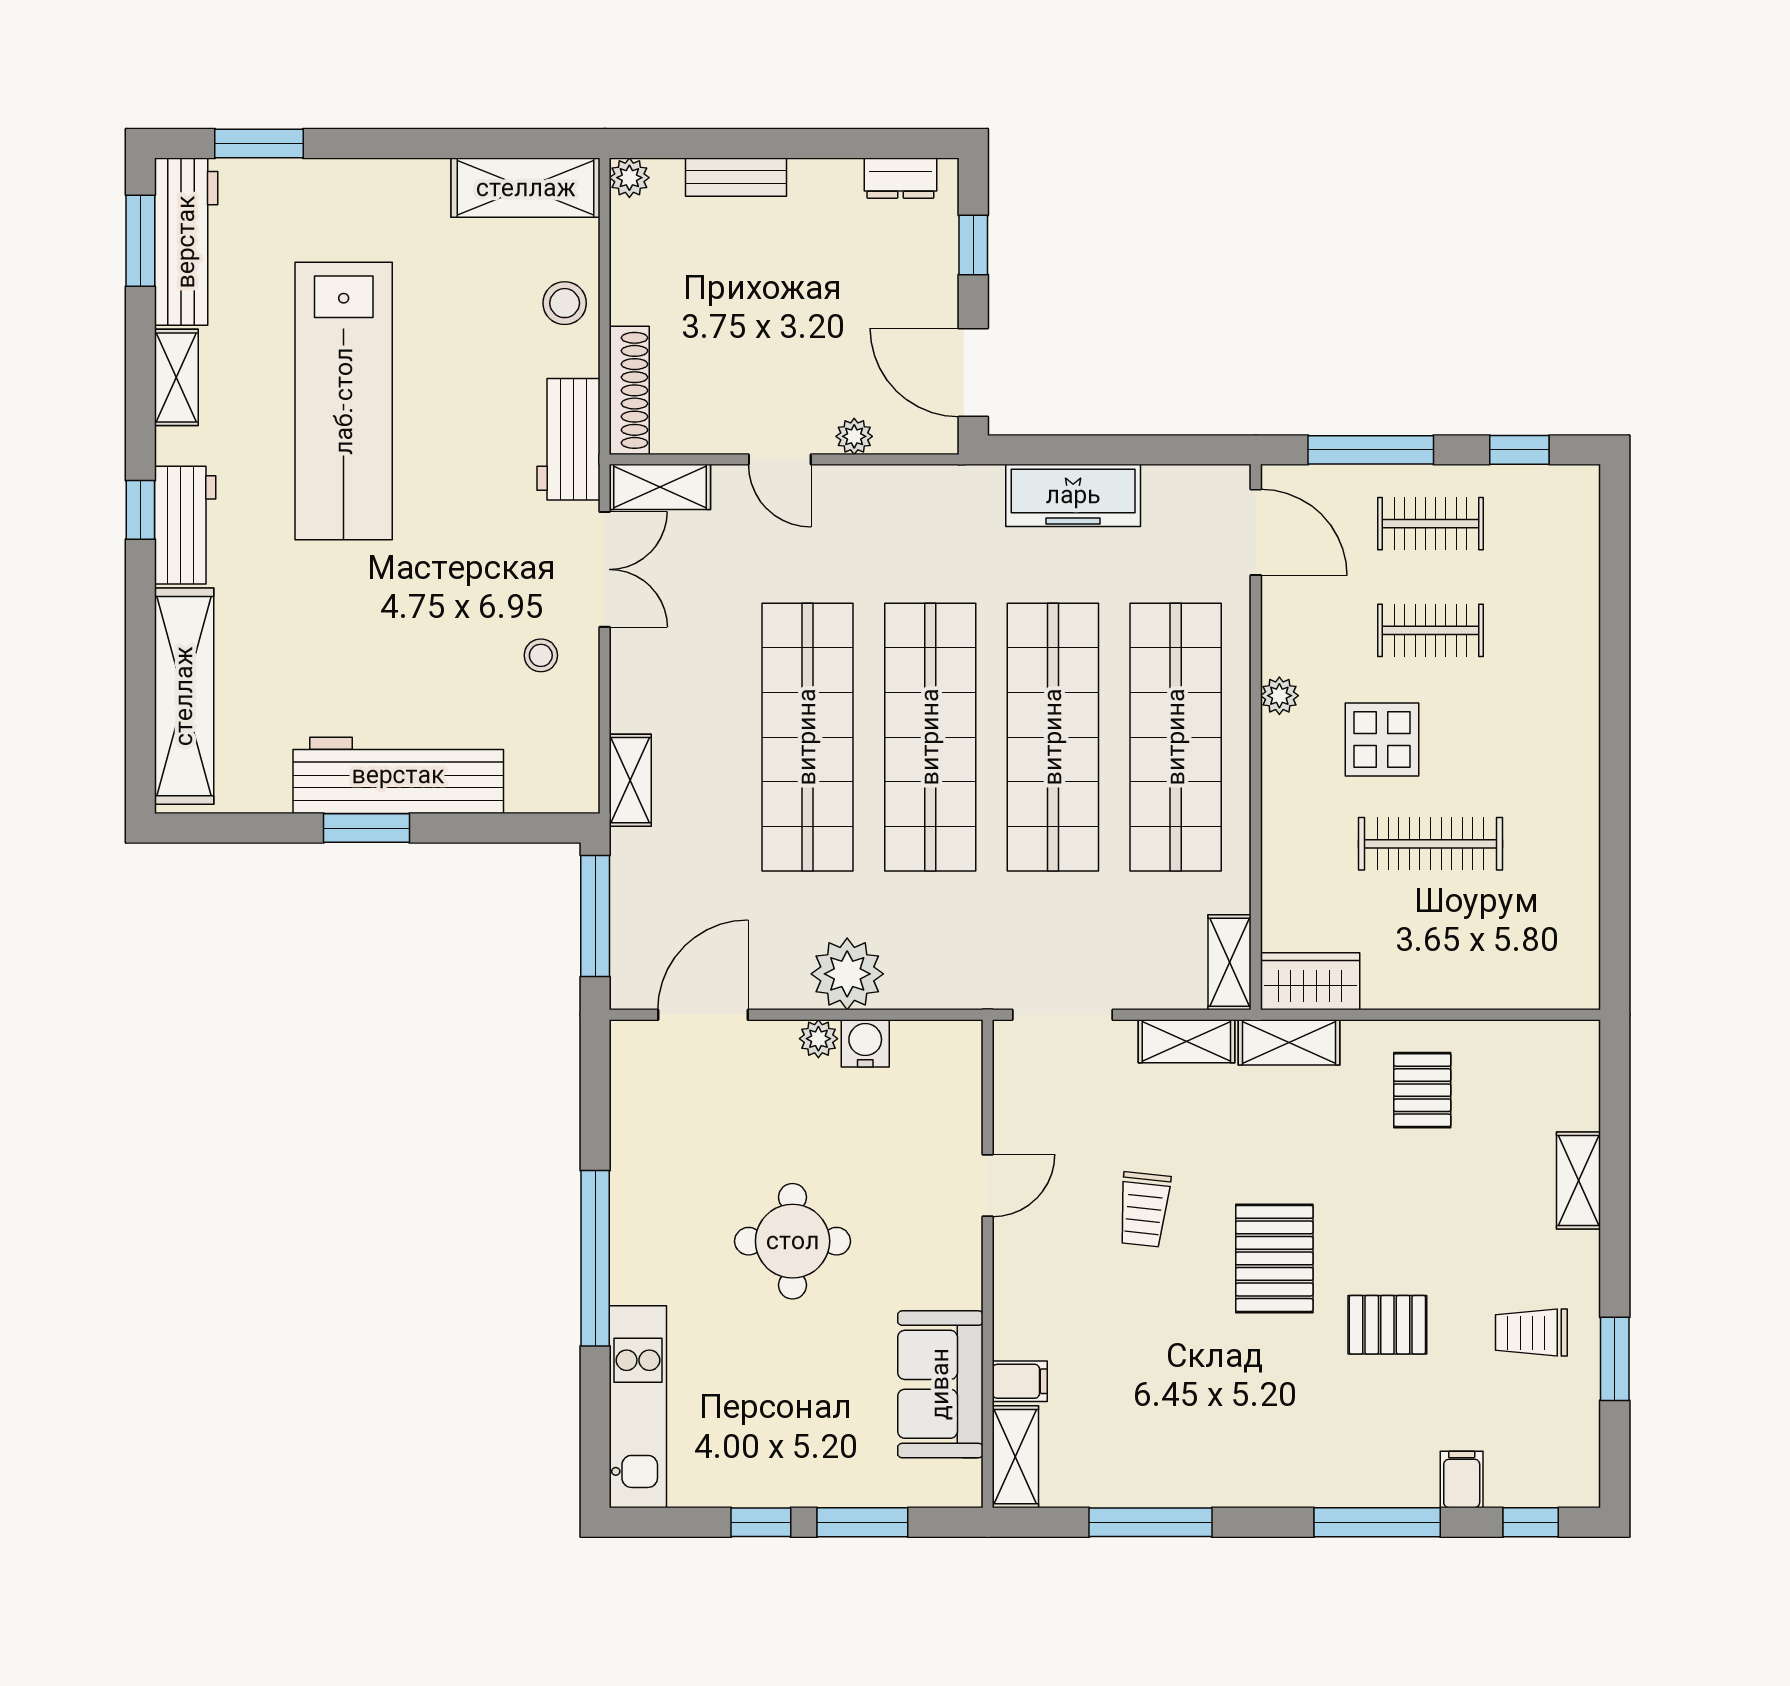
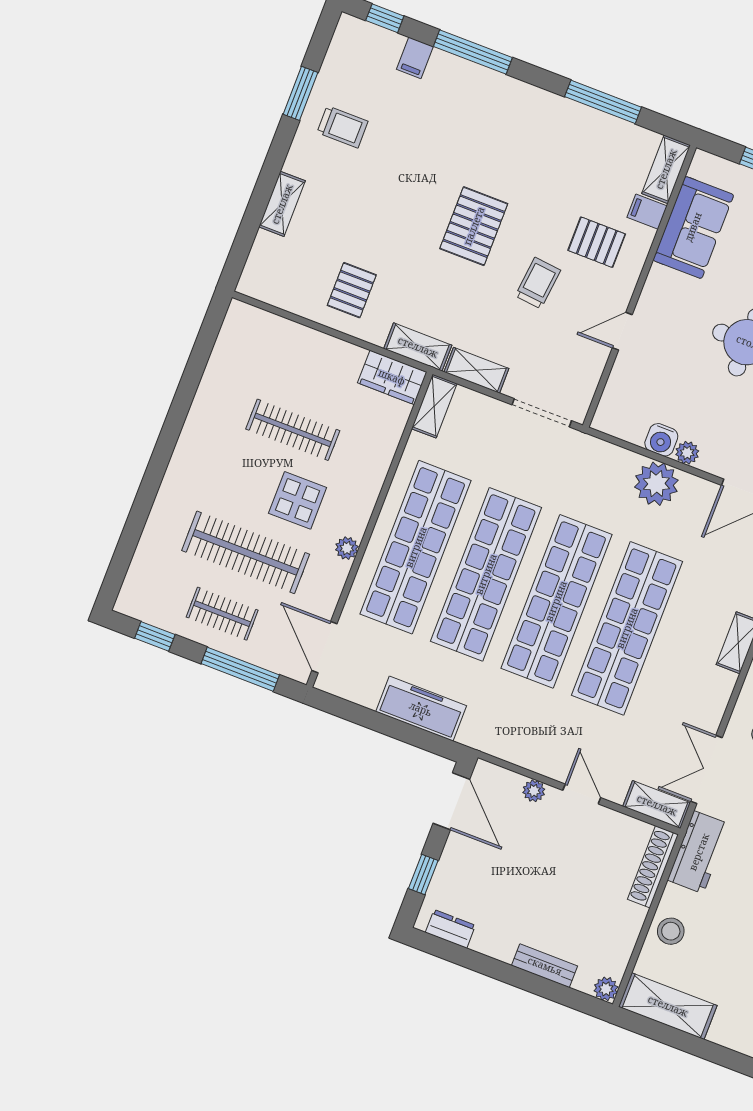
clothes rail: (1430, 630) -> (246, 552), width x1.86, depth x1.31
pallet: (1387, 1325) -> (597, 242), moved

